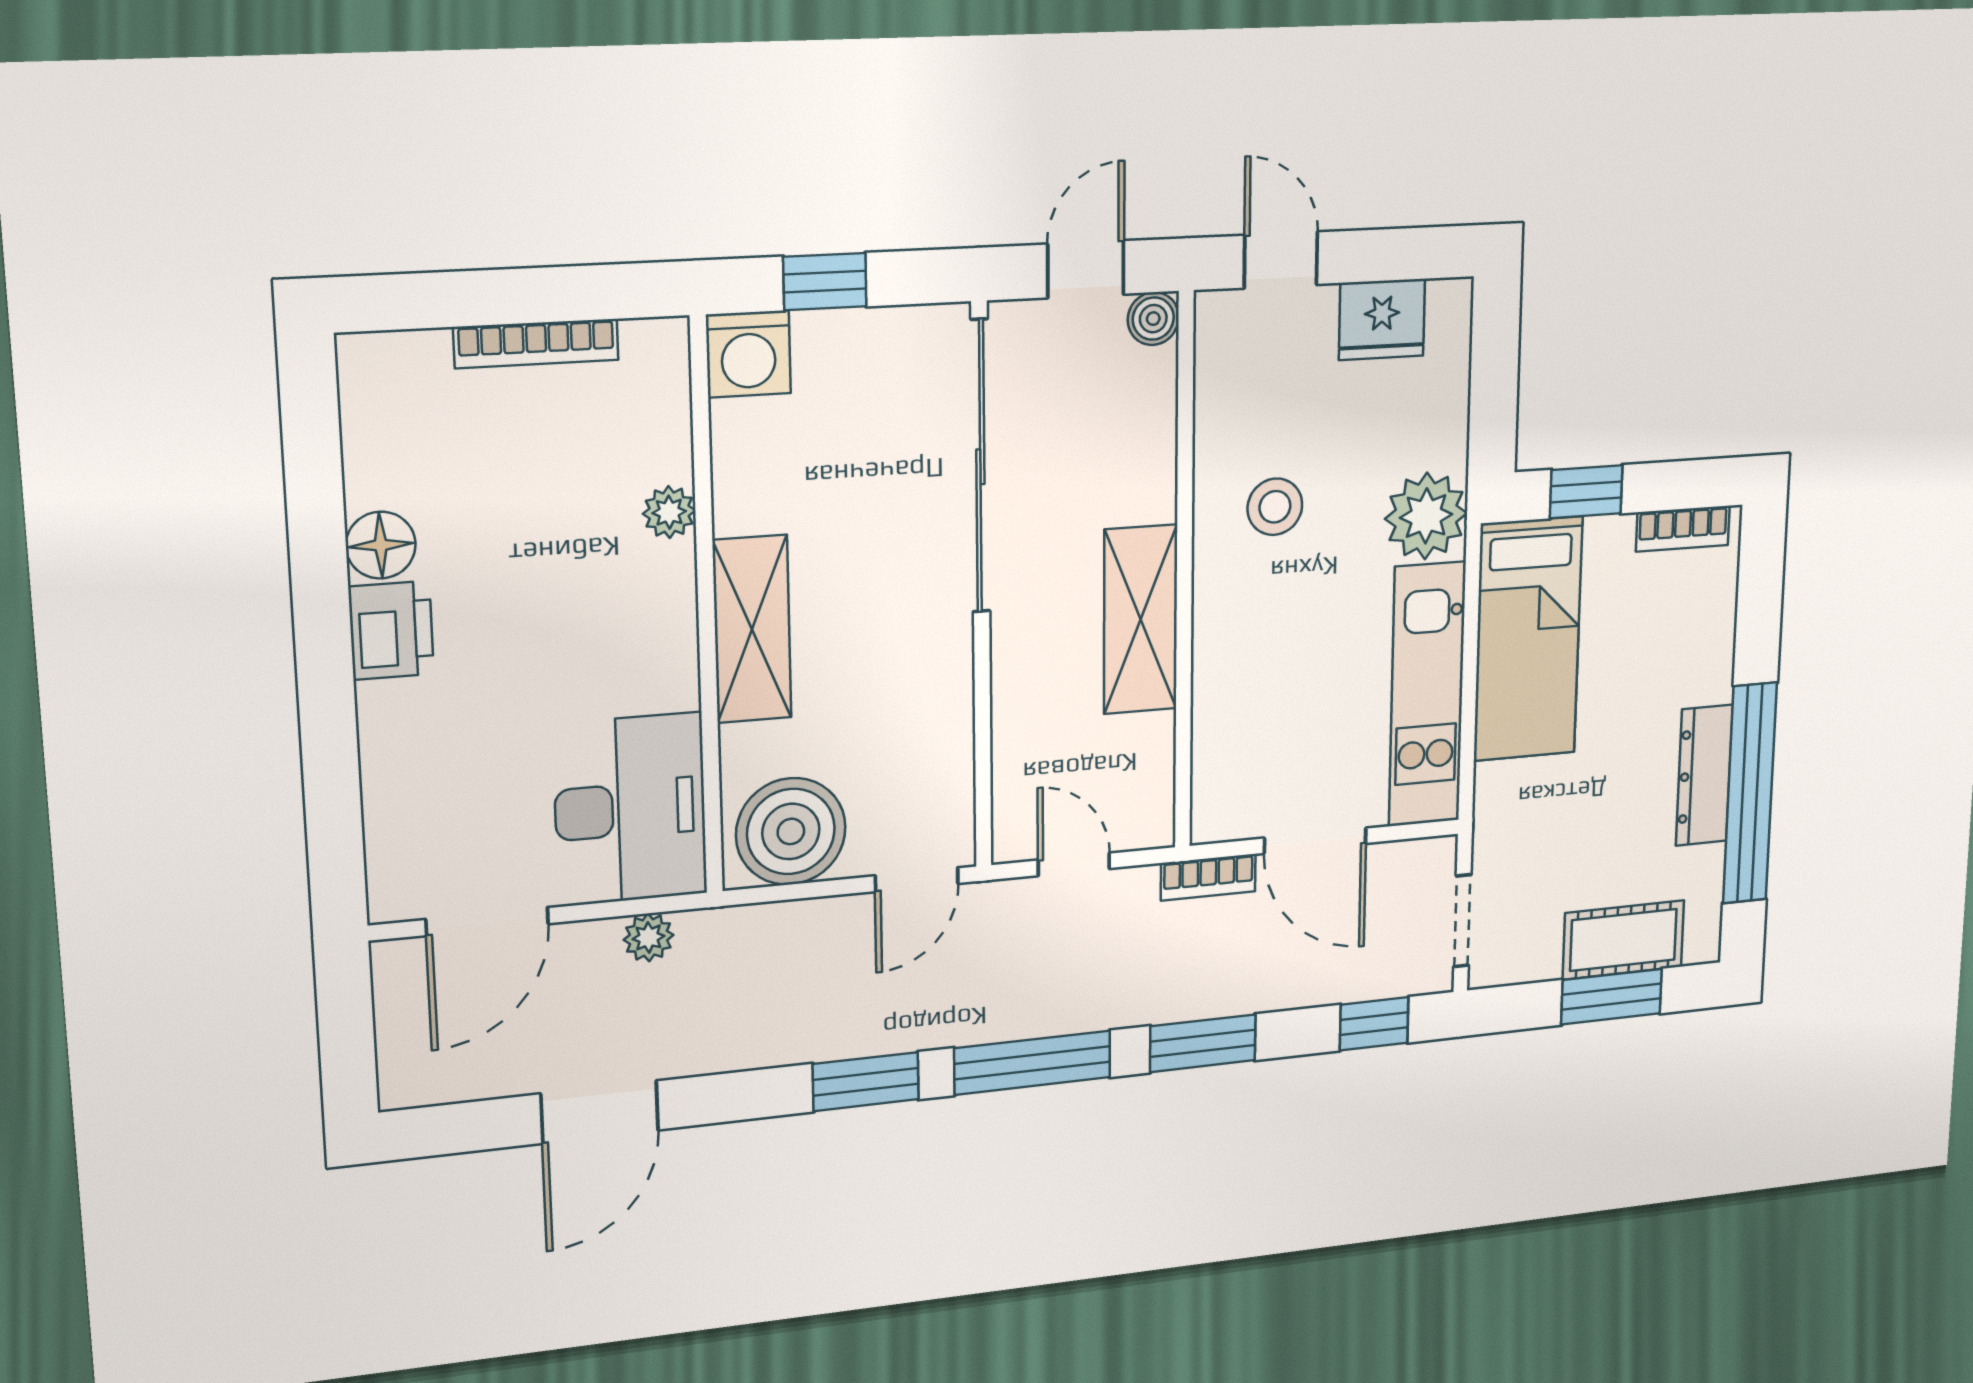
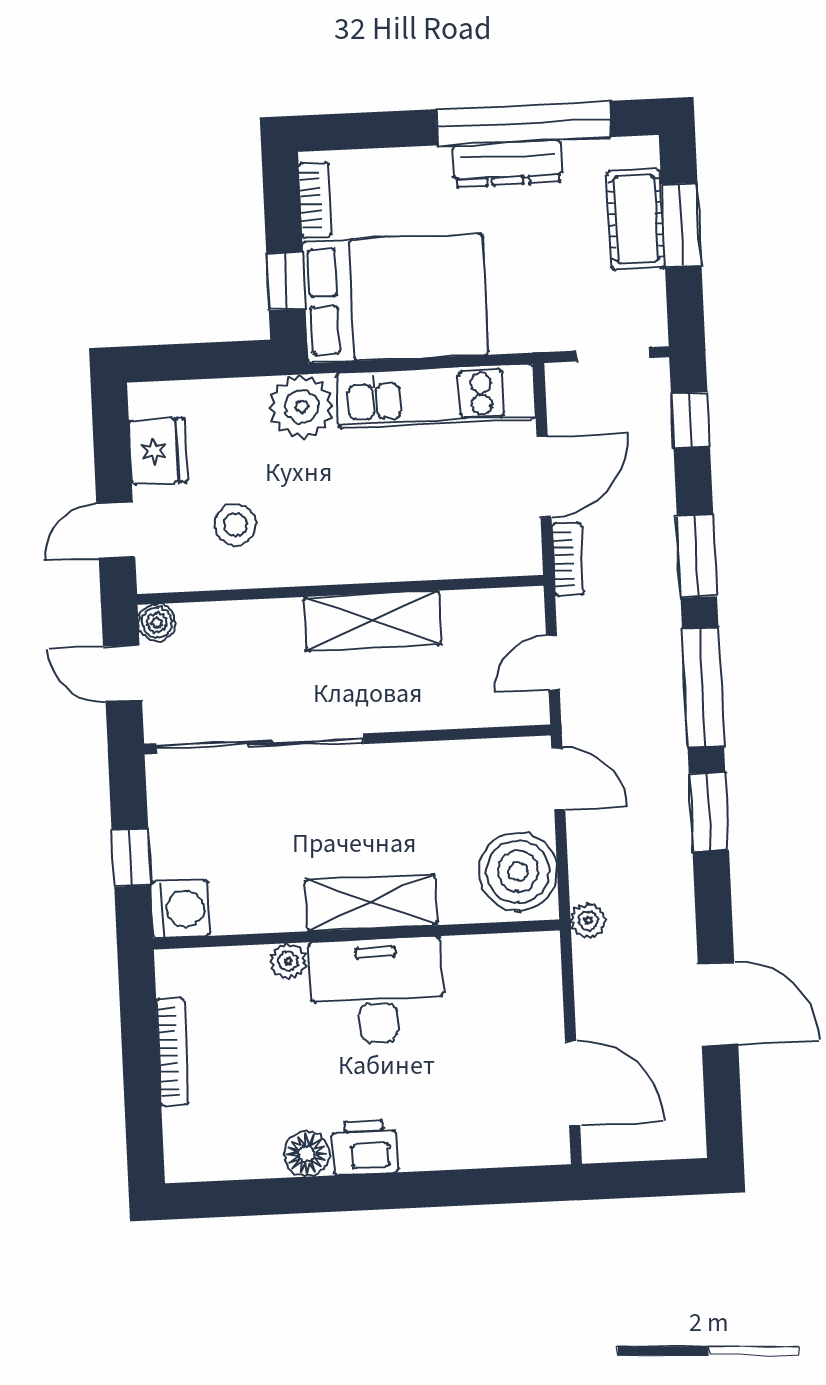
stool: (1275, 507) -> (235, 524), moved
bed: (1528, 639) -> (395, 298), width x1.50
desk: (630, 809) -> (377, 991), moved
plant: (648, 937) -> (588, 921), moved

